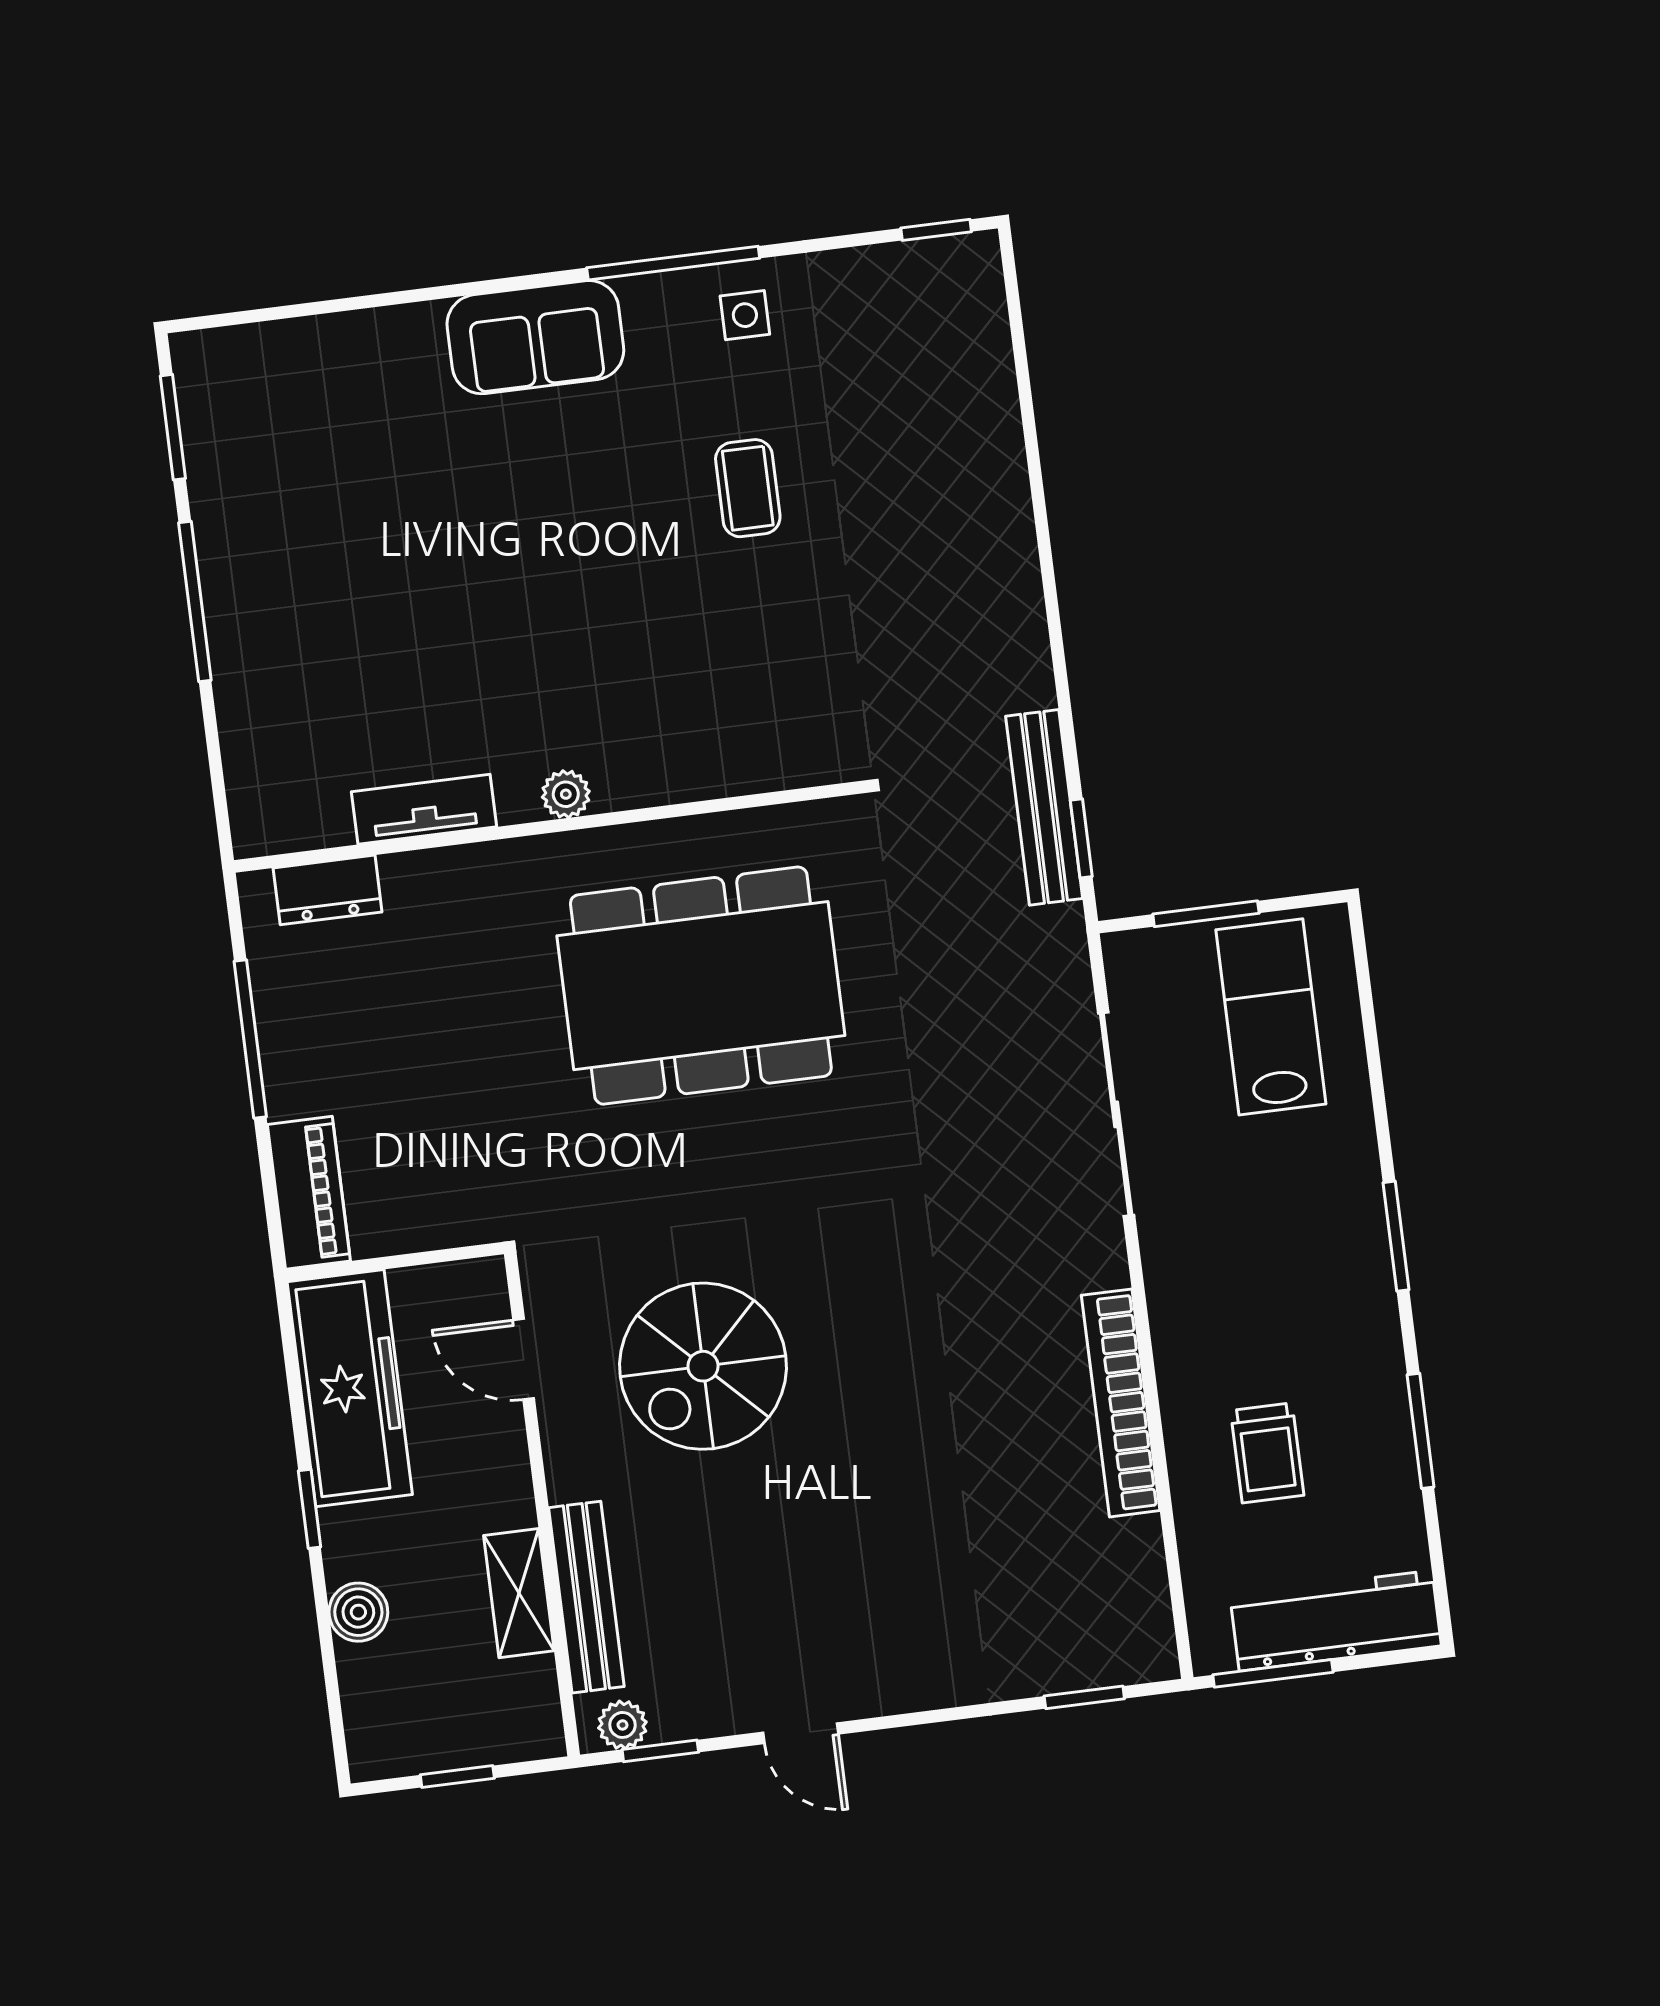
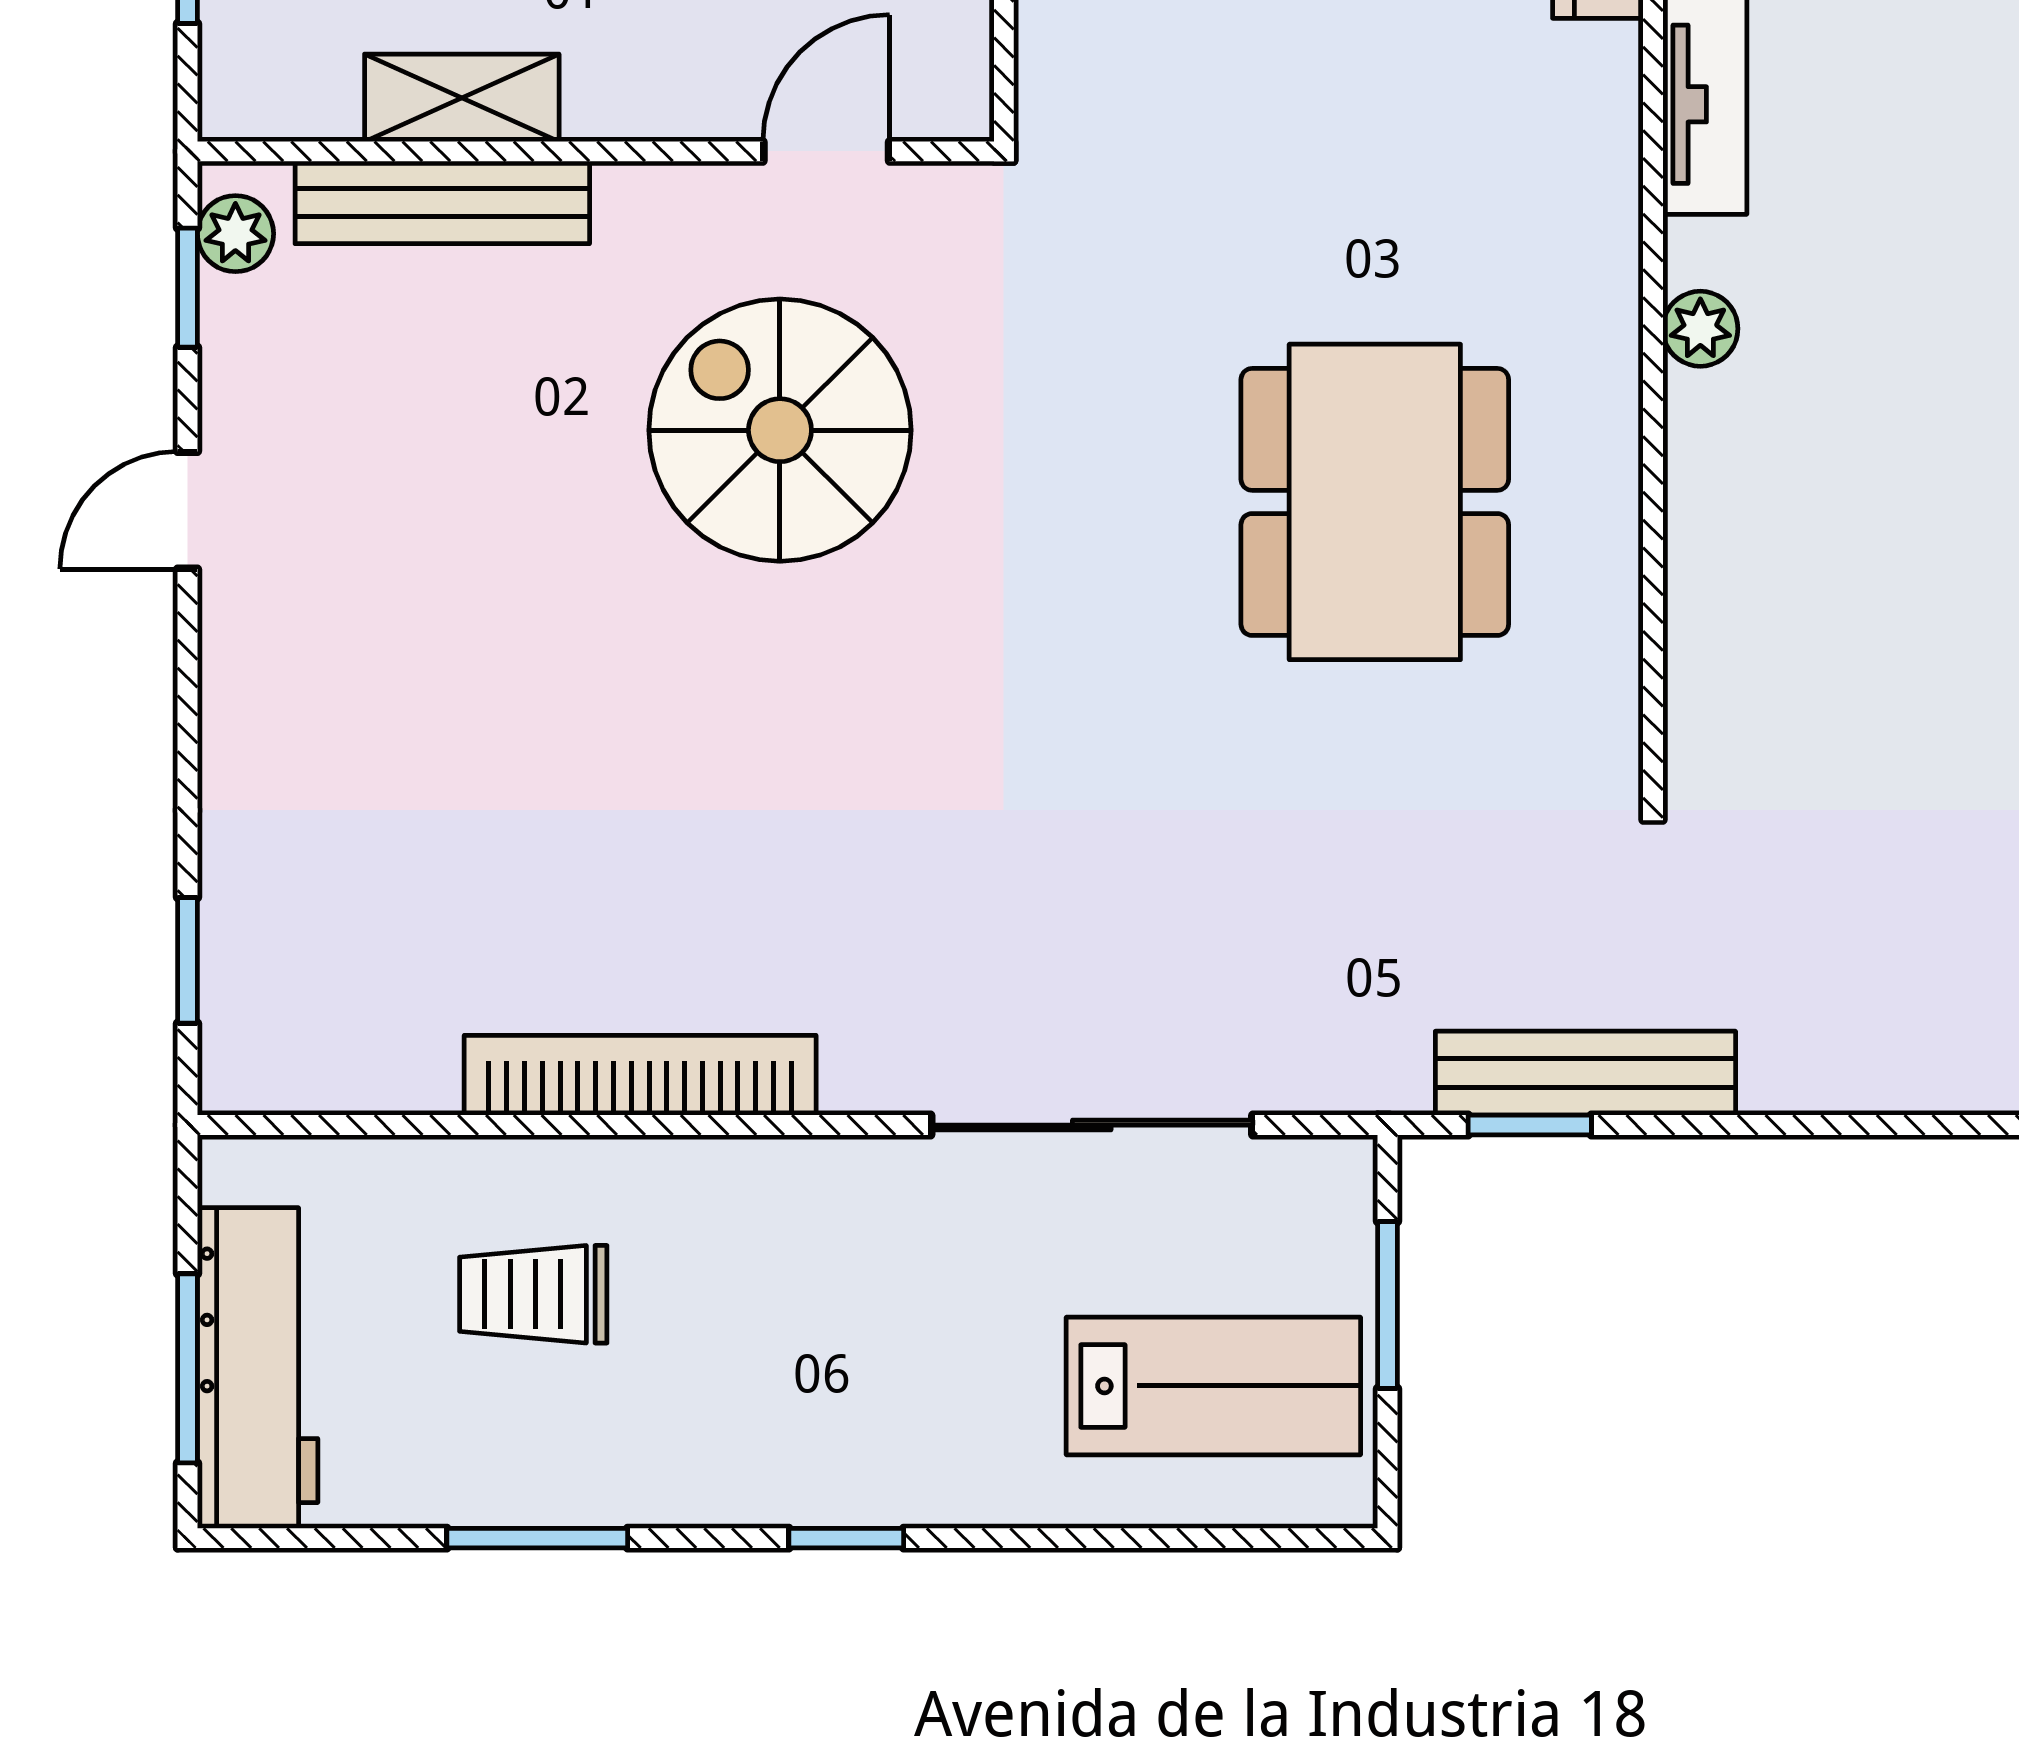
dining table: (701, 986) -> (1375, 502), width x0.73, depth x0.80
window: (1396, 1236) -> (846, 1538), width x0.67
window: (1273, 1673) -> (188, 1368), moved

